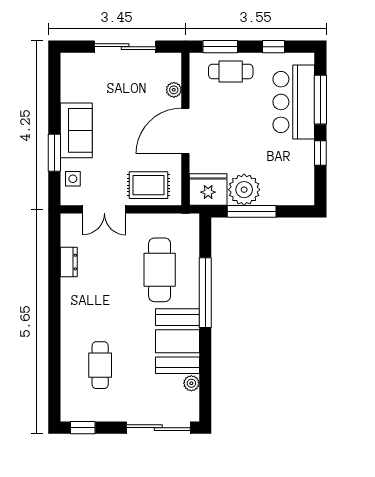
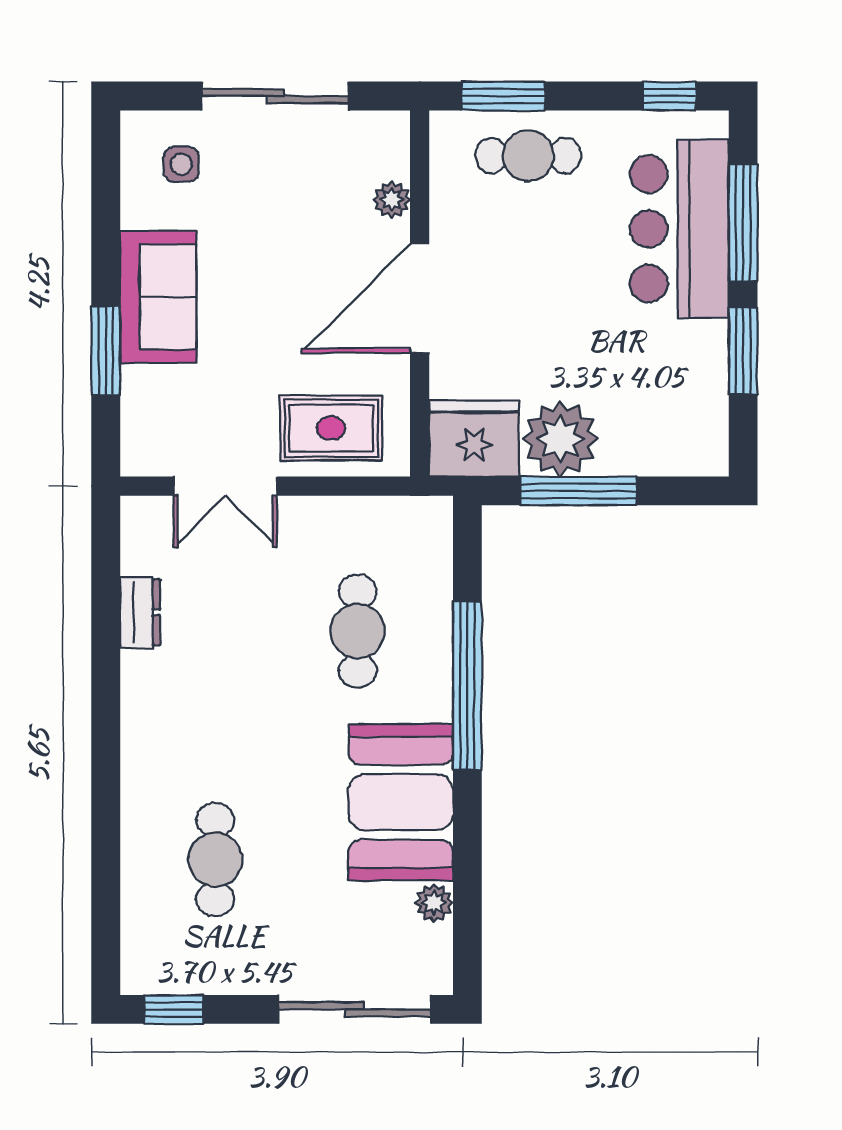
window: (274, 47) -> (669, 96), moved
window: (320, 153) -> (743, 351), width x1.50
side table: (73, 179) -> (181, 164), moved
cafe table: (160, 270) -> (358, 631), width x0.73, depth x0.74

